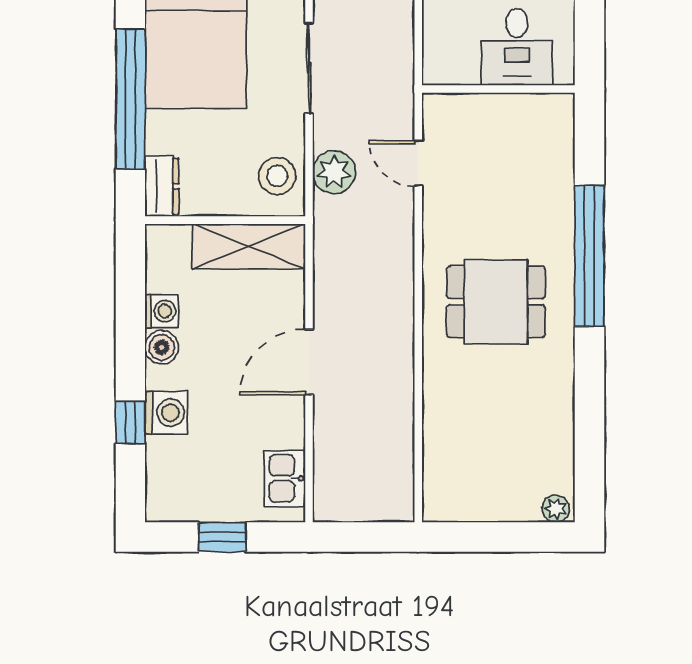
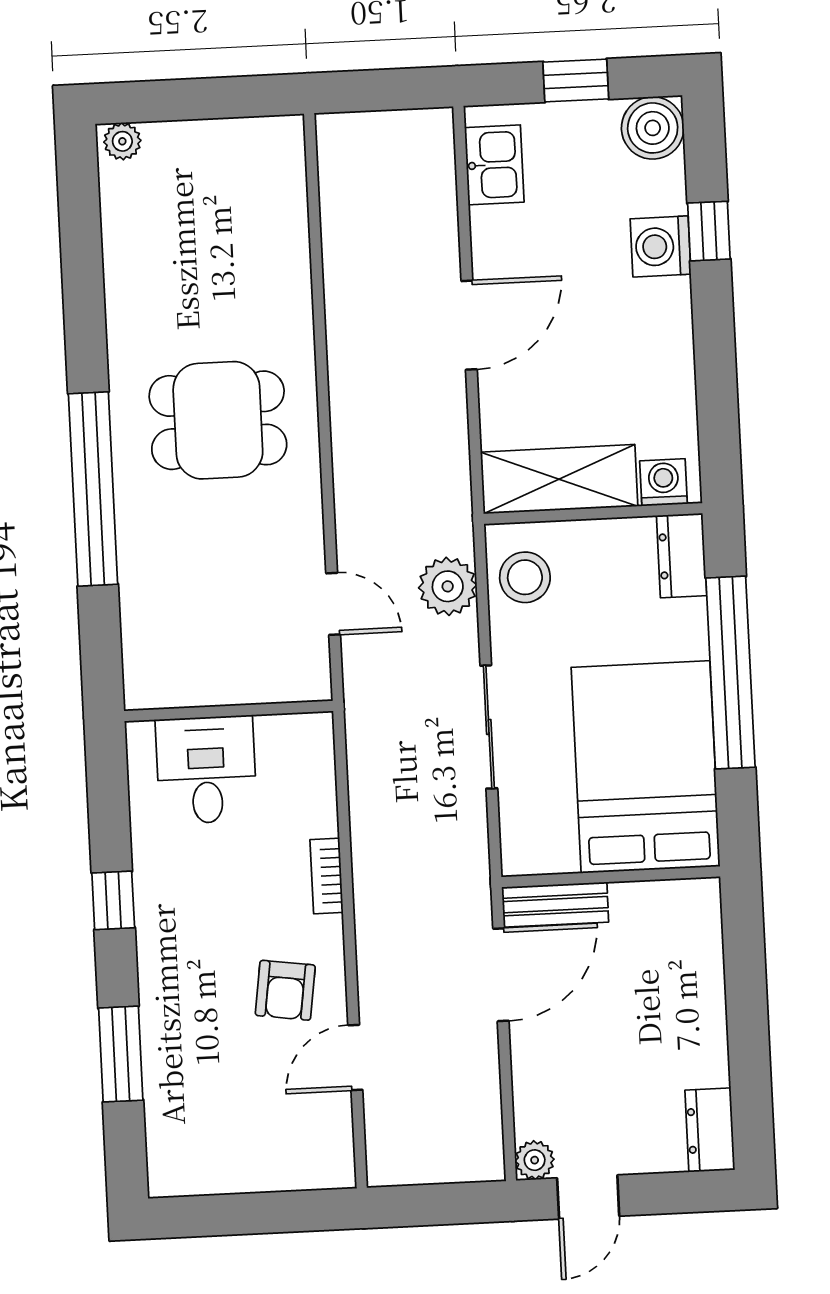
washing machine: (162, 311) -> (664, 482), moved, turned 90
boiler: (162, 347) -> (653, 128), moved, width x1.36, depth x1.36

